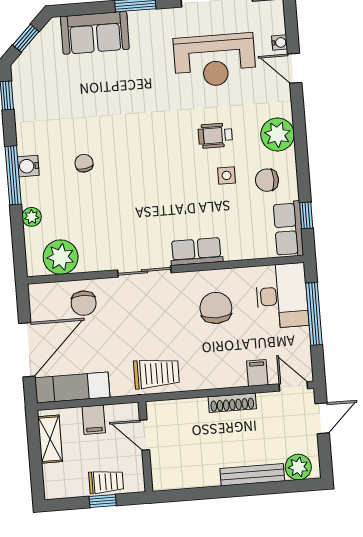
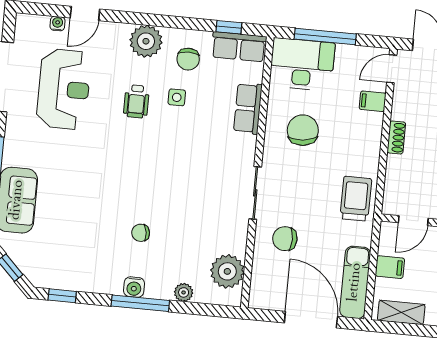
row of seats: (196, 251) -> (248, 108), moved
chair: (84, 303) -> (285, 239), moved, turned 180
chair: (216, 308) -> (303, 130), turned 84
shoe rack: (232, 403) -> (396, 137), width x0.70

